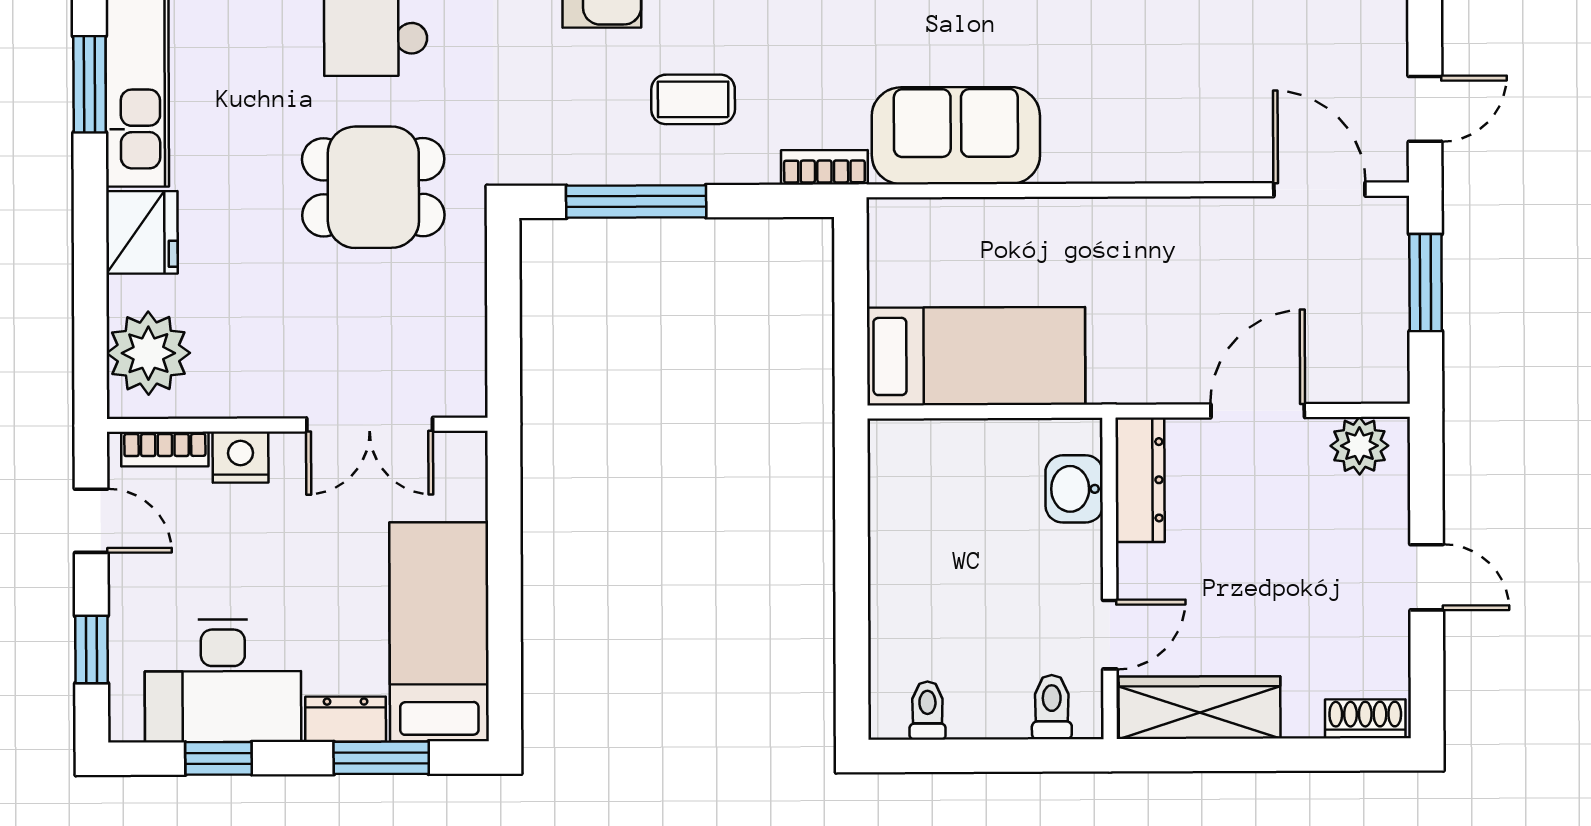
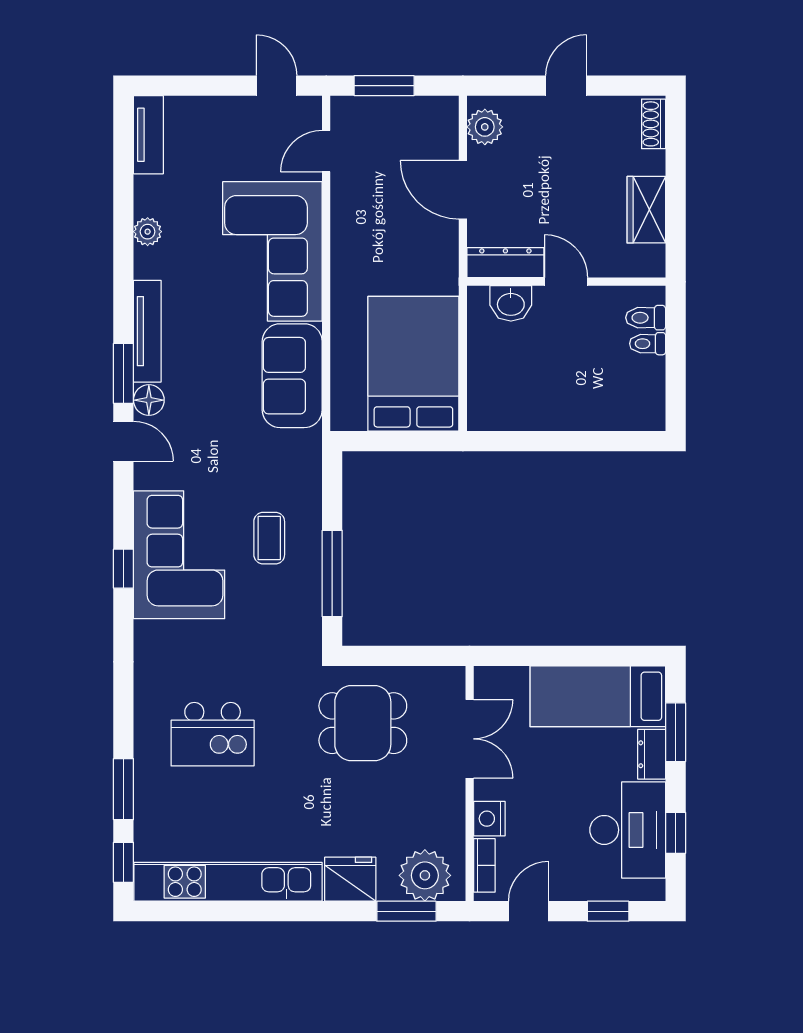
window: (90, 84) -> (406, 911), moved
corner sofa: (1157, 103) -> (272, 251), added
bookcase: (824, 167) -> (312, 457), removed
dining table: (373, 187) -> (363, 723), moved, turned 90
door: (1319, 189) -> (326, 151), width x0.73
bed: (976, 356) -> (413, 364), width x1.50
door: (1110, 635) -> (566, 282), moved
wardrobe: (1200, 708) -> (646, 210), width x0.67
toilet: (927, 711) -> (648, 344), moved

